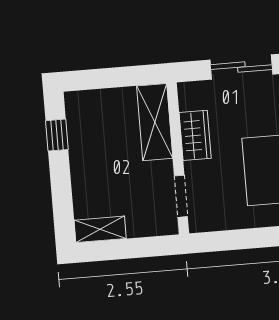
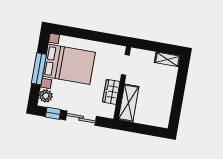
window: (57, 135) -> (176, 109), removed

